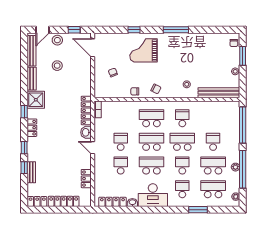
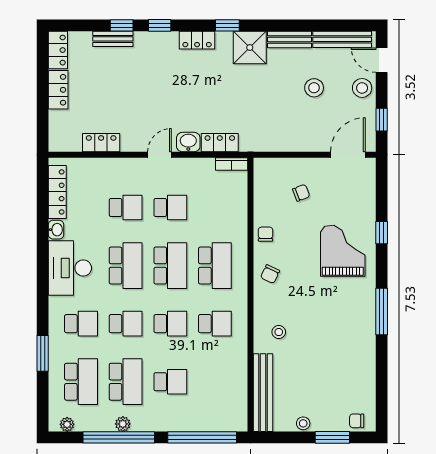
locker: (86, 110) -> (220, 143), width x0.66
school desk: (182, 142) -> (170, 324), width x0.54
locker: (64, 201) -> (58, 90), width x0.66

